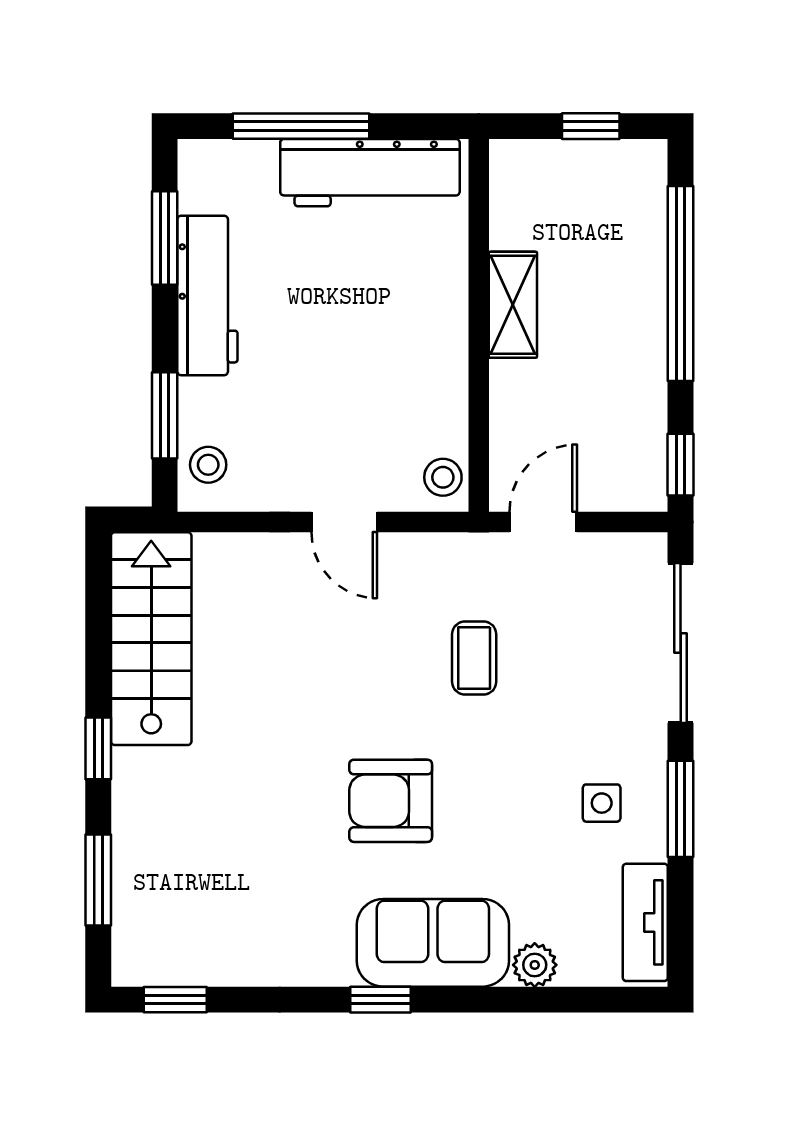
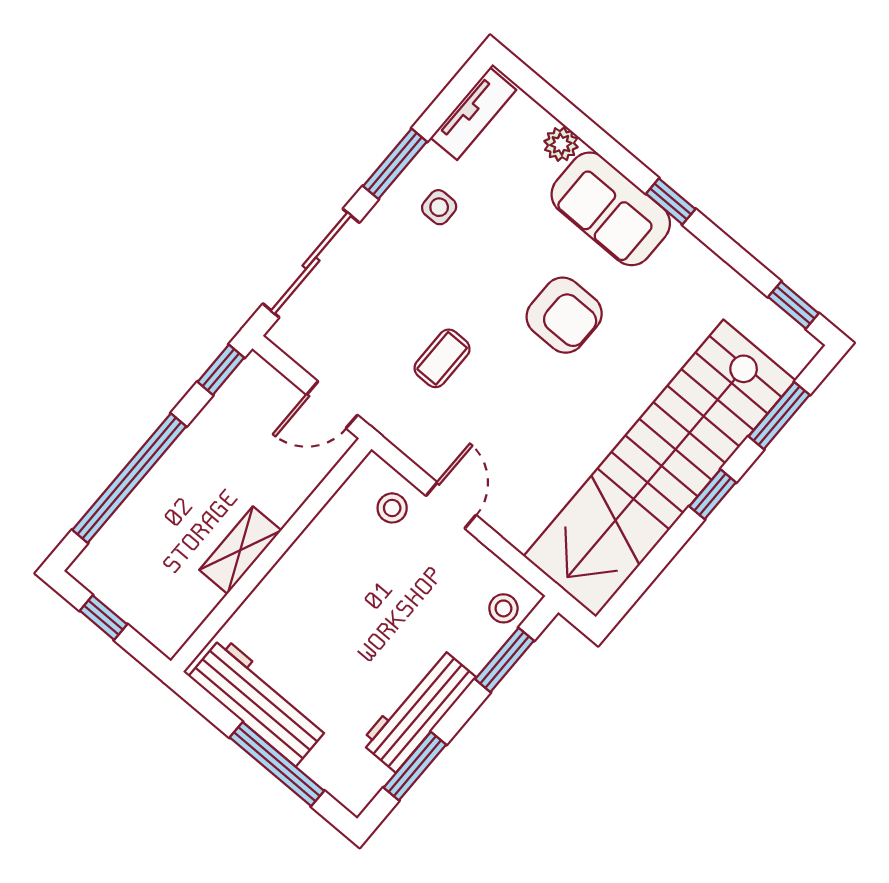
stool: (443, 477) -> (392, 508), moved
stairs: (151, 639) -> (660, 468), width x1.86, depth x1.51

